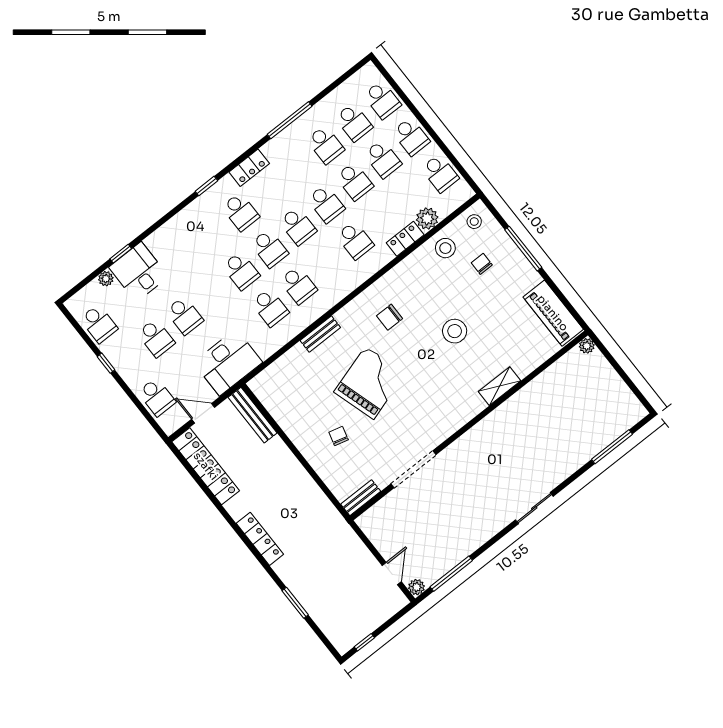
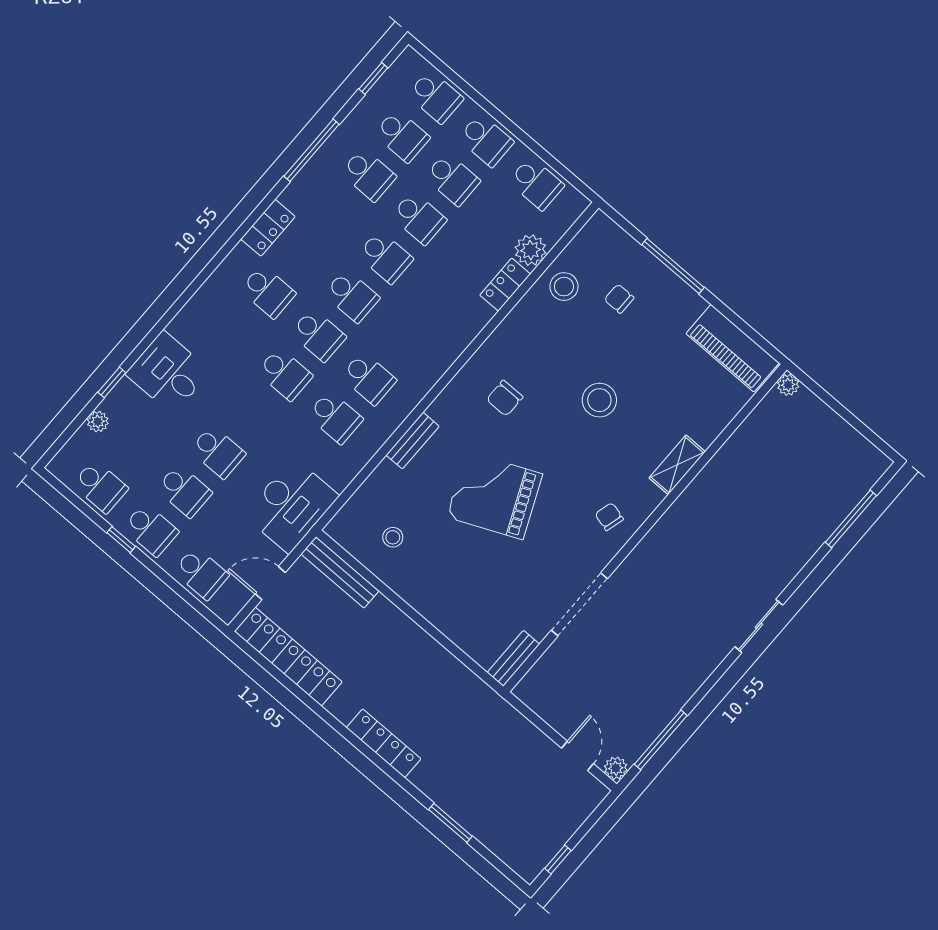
window: (206, 186) -> (373, 78), moved
stool: (474, 222) -> (393, 537), moved
school desk: (355, 240) -> (151, 530), moved
desk: (139, 272) -> (168, 373), moved
grand piano: (370, 383) -> (495, 495), turned -97
chair: (339, 436) -> (609, 517), moved

